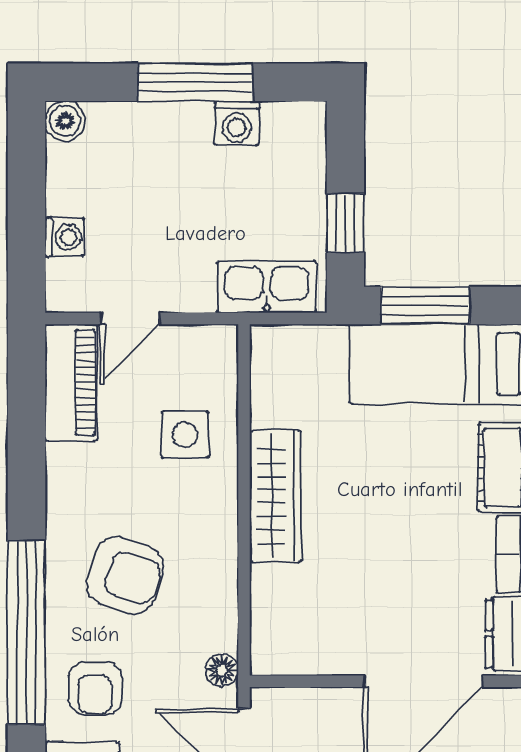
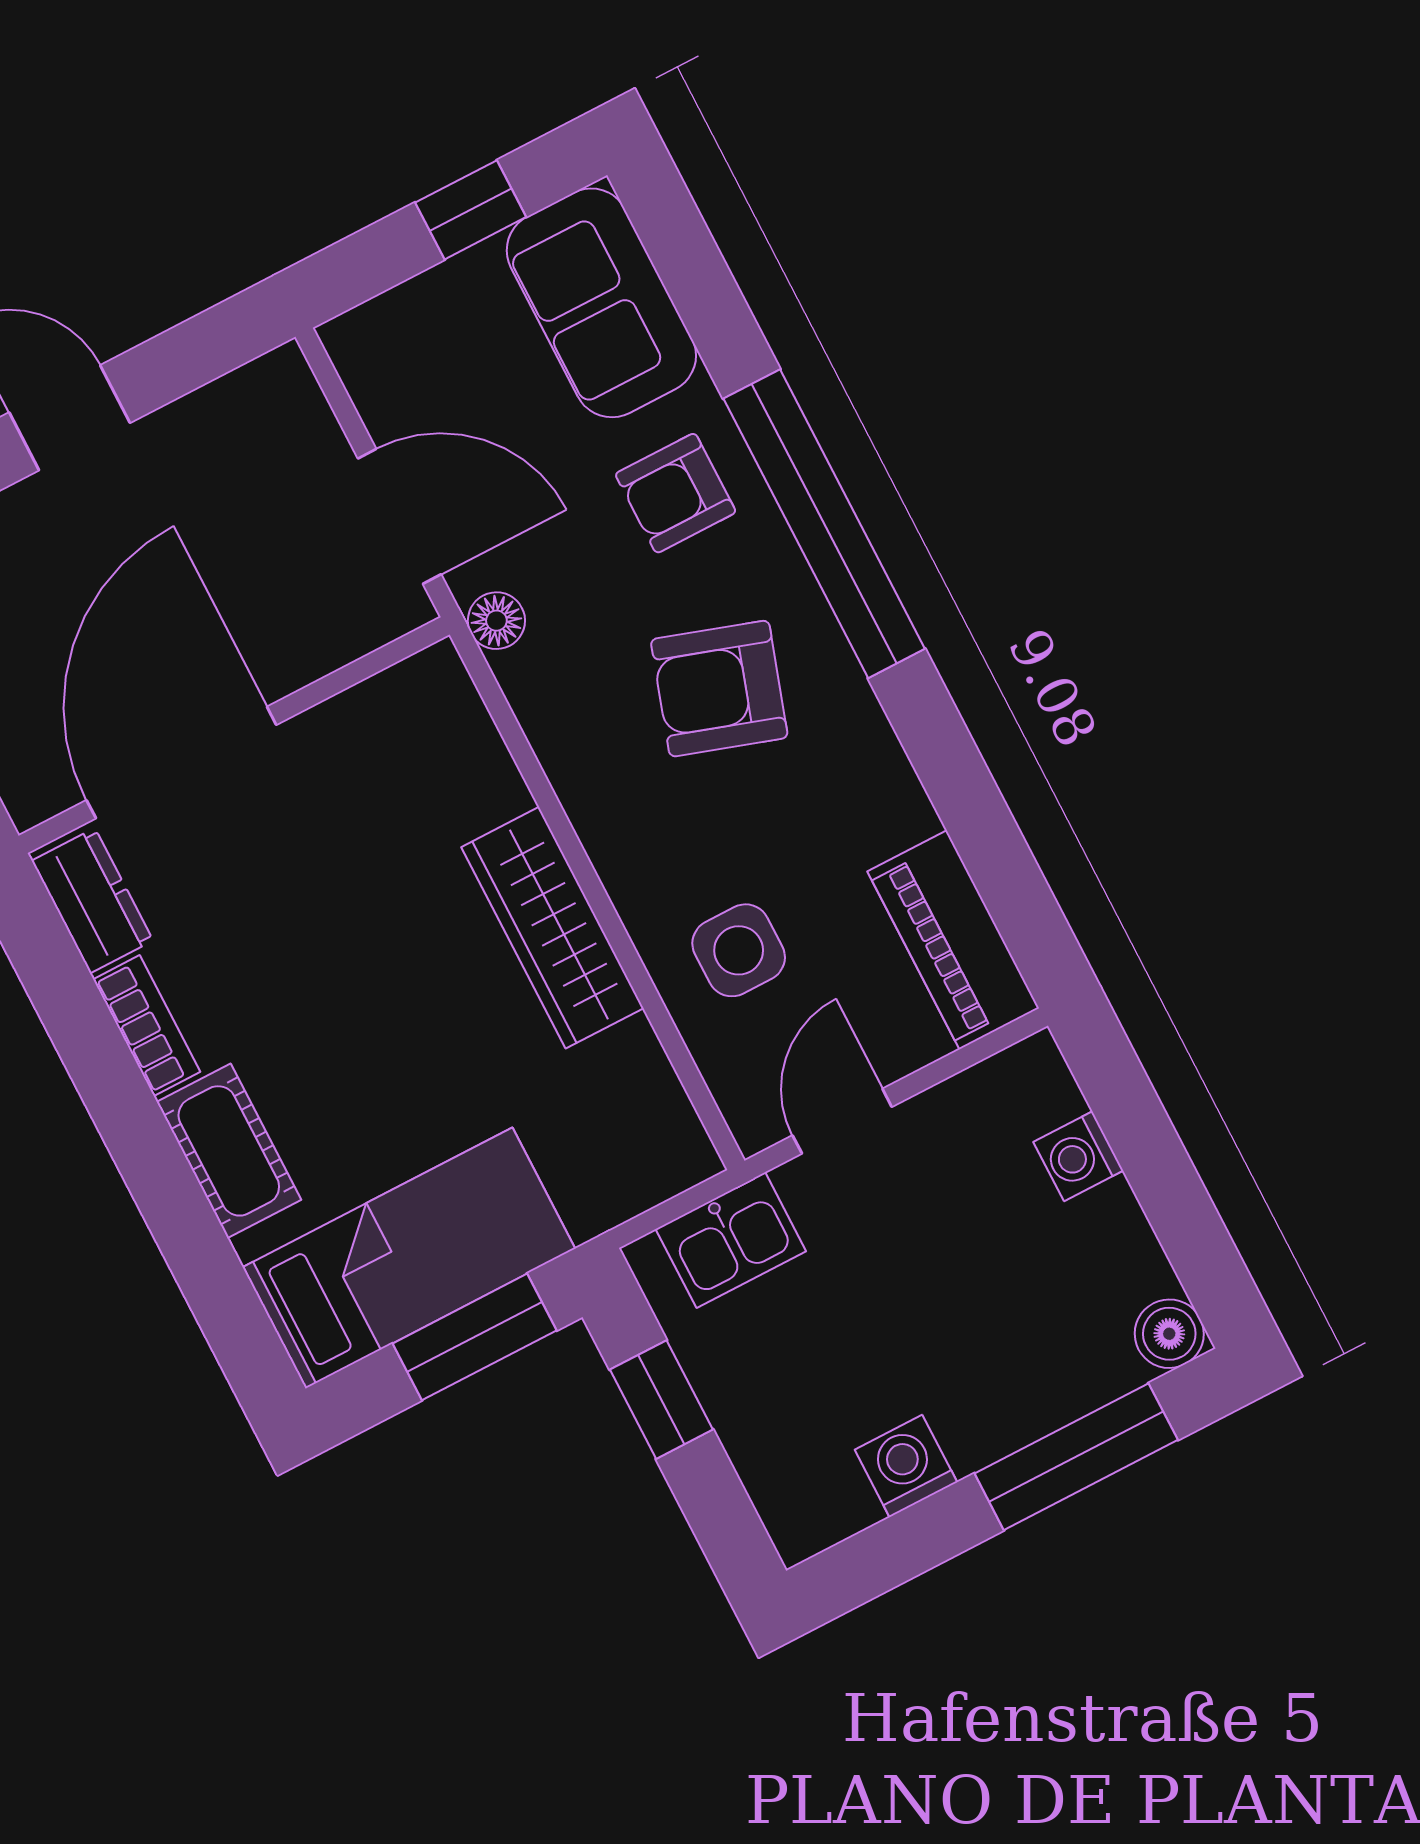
window: (195, 82) -> (1076, 1457), moved
kitchen sink: (267, 287) -> (731, 1240), width x0.73
door: (130, 319) -> (842, 1121), moved
armchair: (95, 688) -> (676, 493), turned -90

